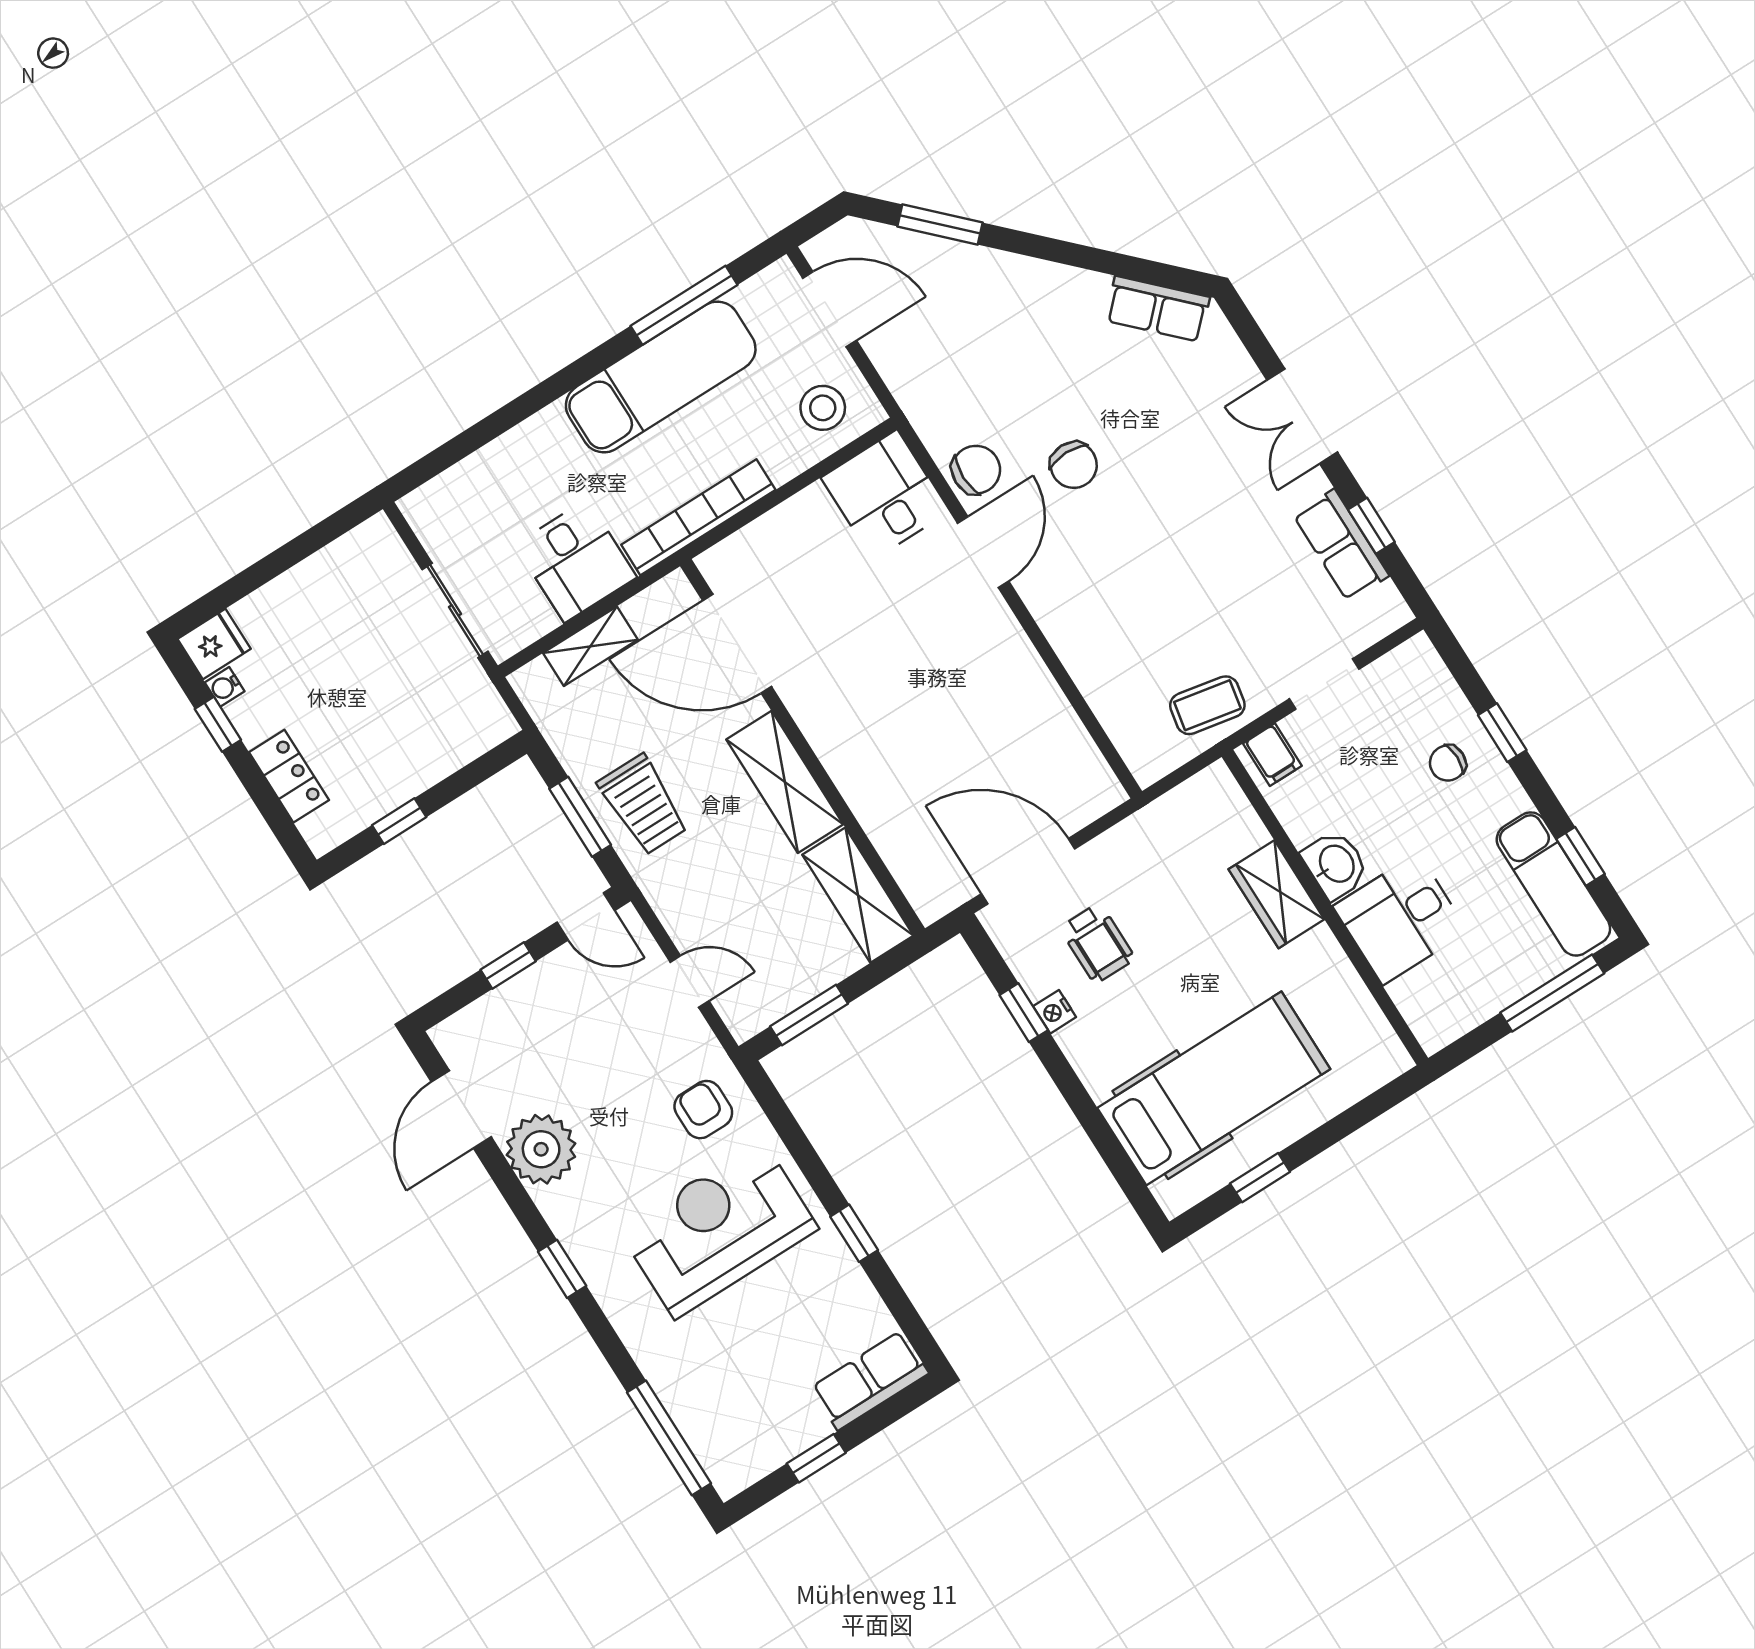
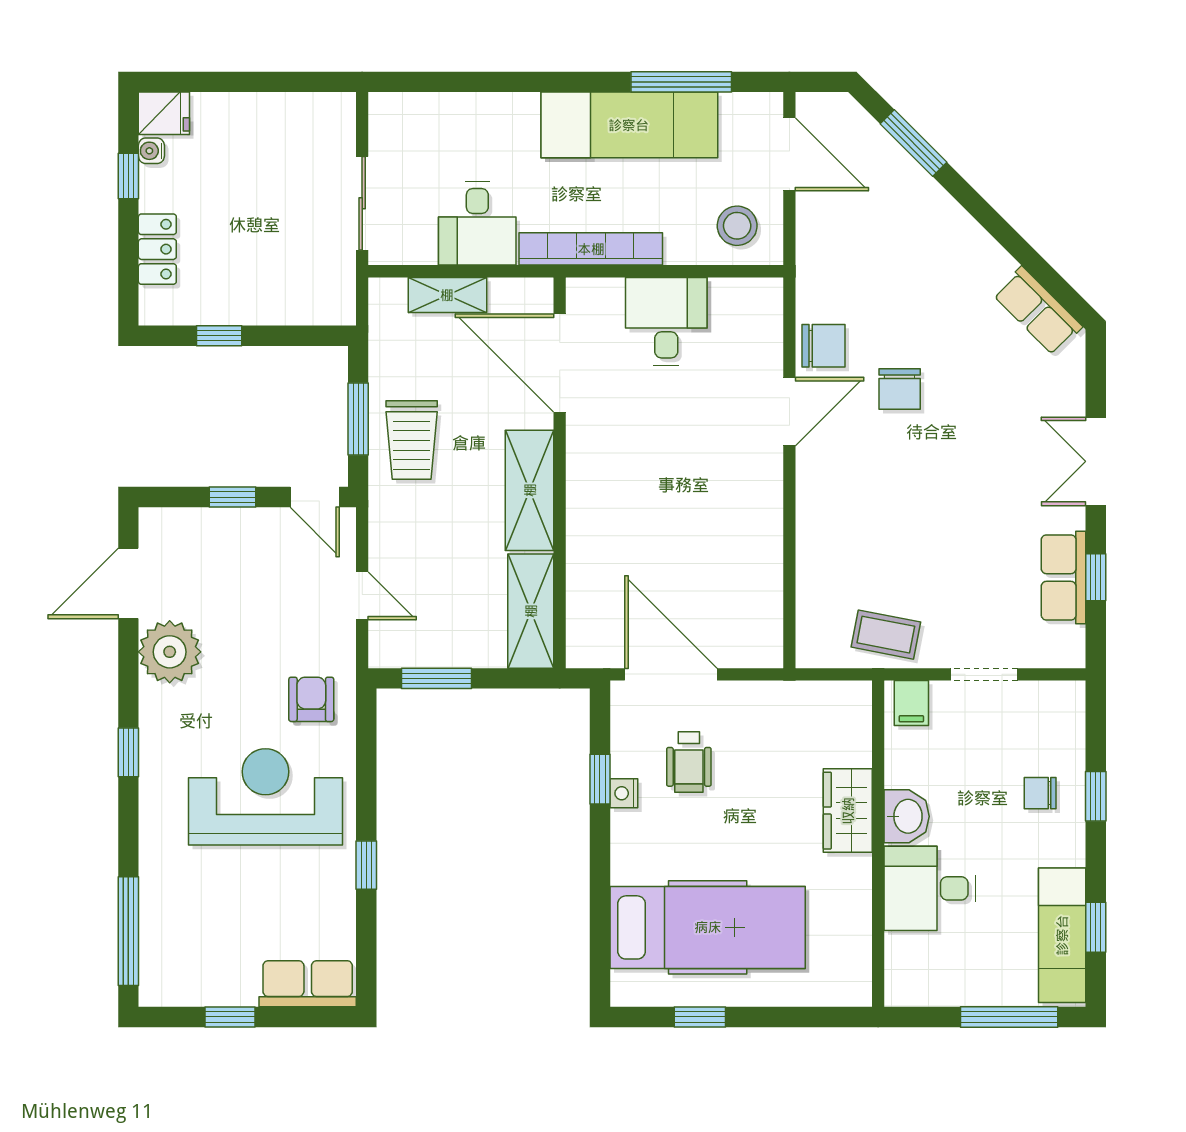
desk: (885, 495) -> (666, 321), moved

